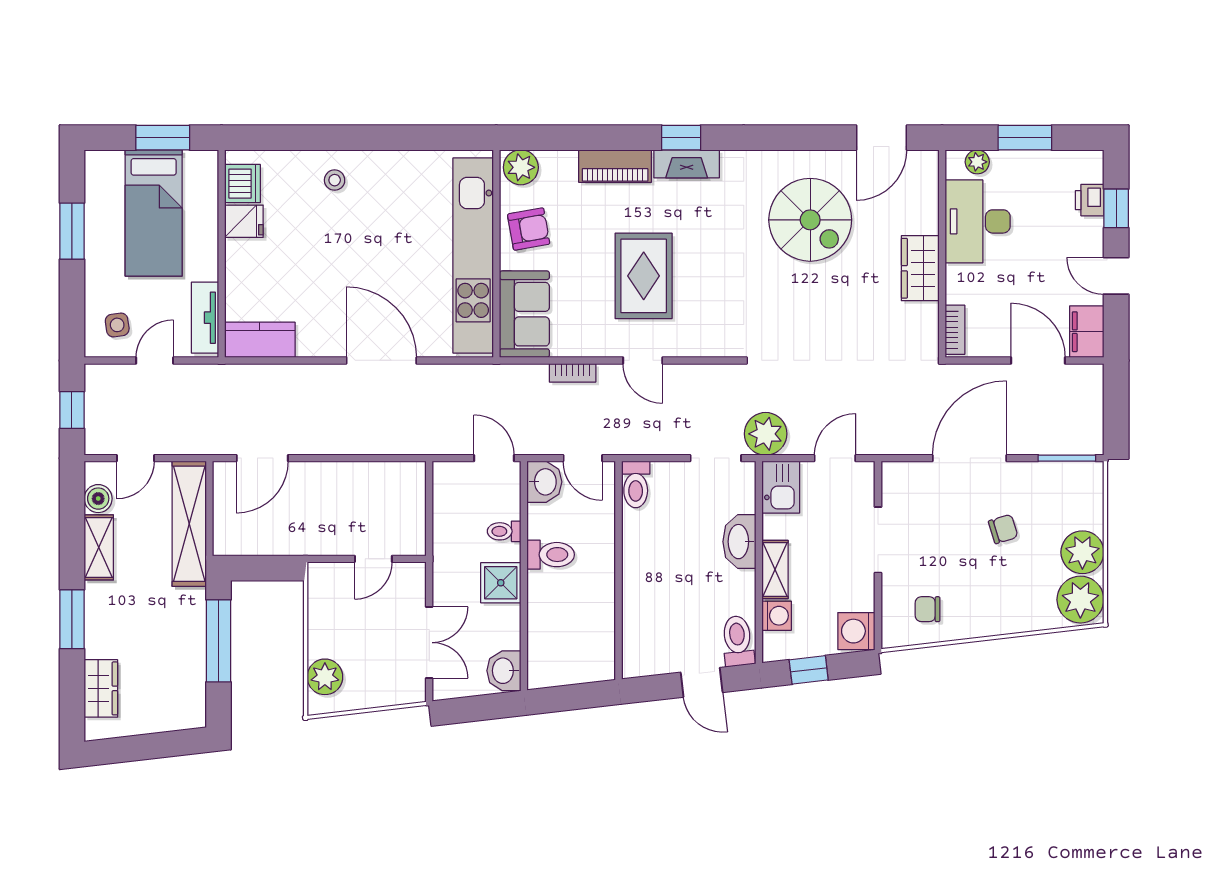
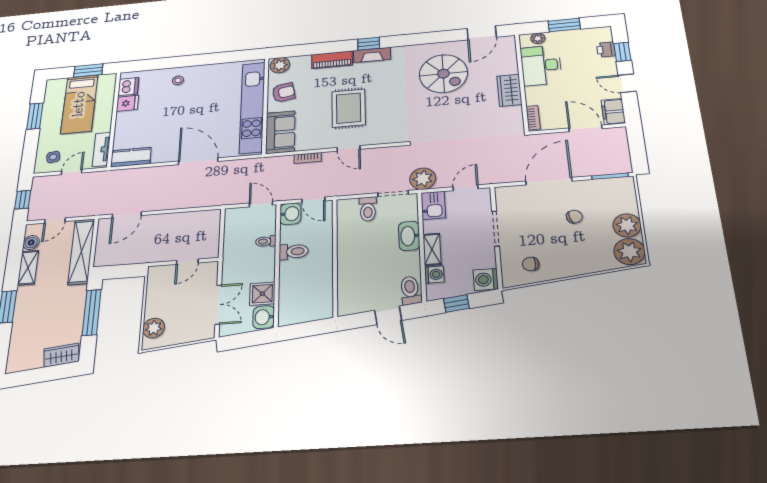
toilet: (636, 484) -> (368, 209), moved
shower: (501, 583) -> (262, 294), moved
wardrobe: (101, 688) -> (61, 355), moved, turned -97

